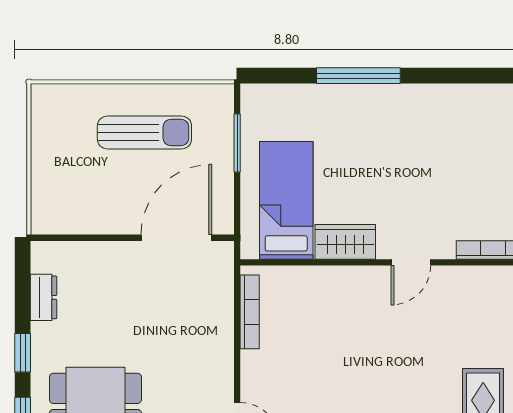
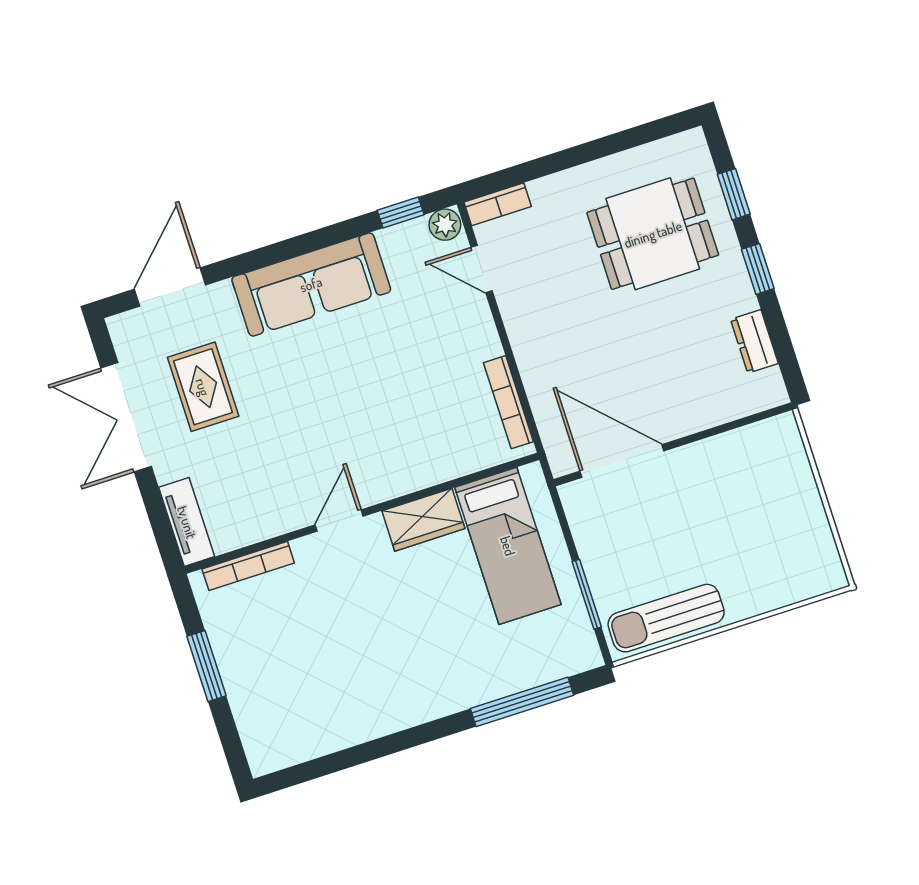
window: (358, 76) -> (522, 702), moved
sun lounger: (144, 132) -> (666, 618), moved
door: (176, 238) -> (622, 461), swing flipped

